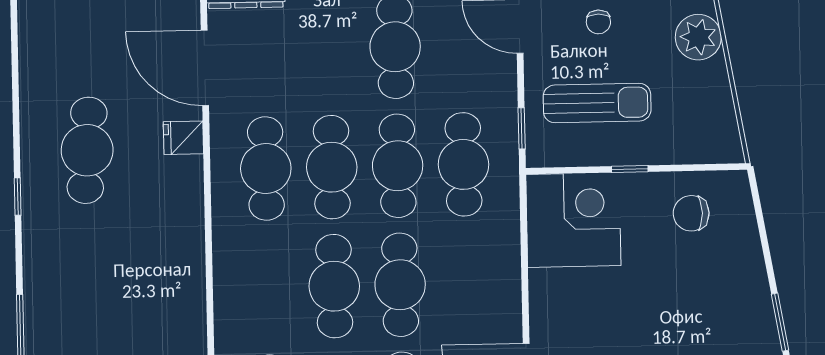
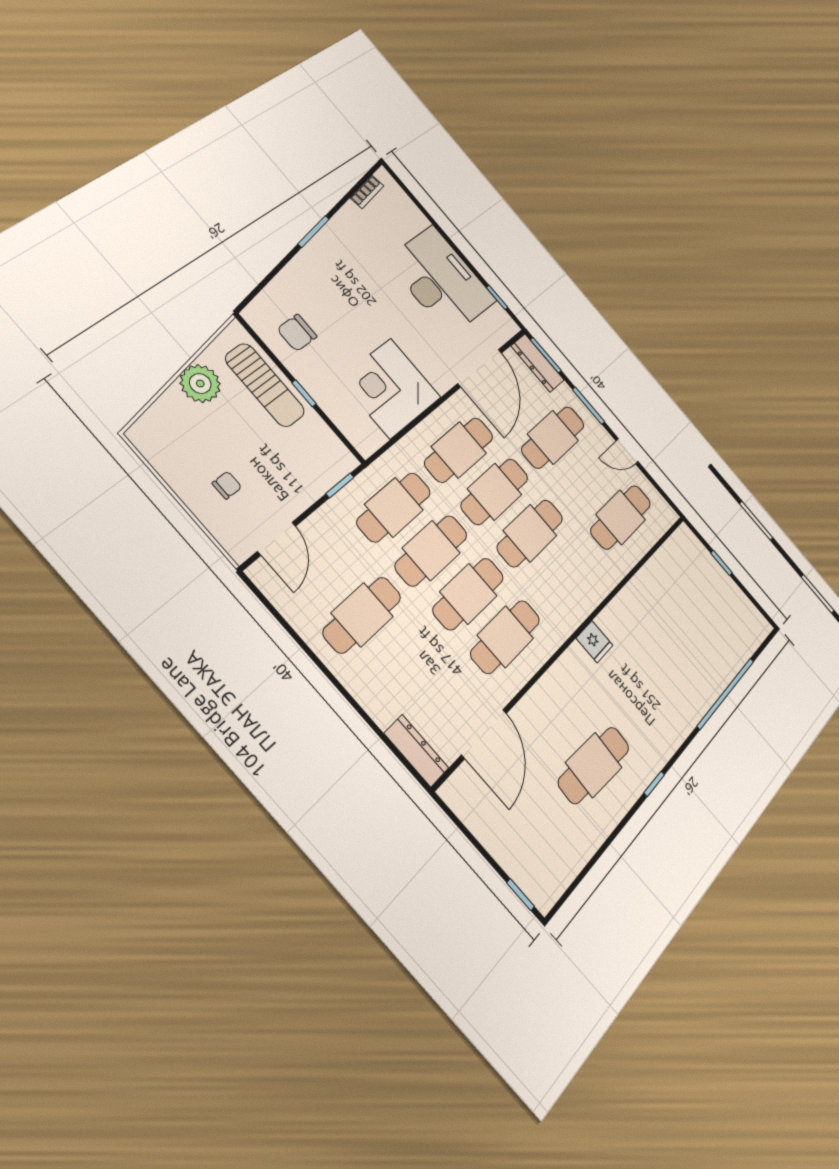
plant: (698, 37) -> (200, 383), moved
sun lounger: (597, 103) -> (265, 385), moved, turned 180
fridge: (183, 138) -> (594, 642), moved
chair: (691, 213) -> (297, 333), turned 90
corner desk: (573, 220) -> (390, 388), moved
cafe table: (466, 283) -> (459, 450), added

